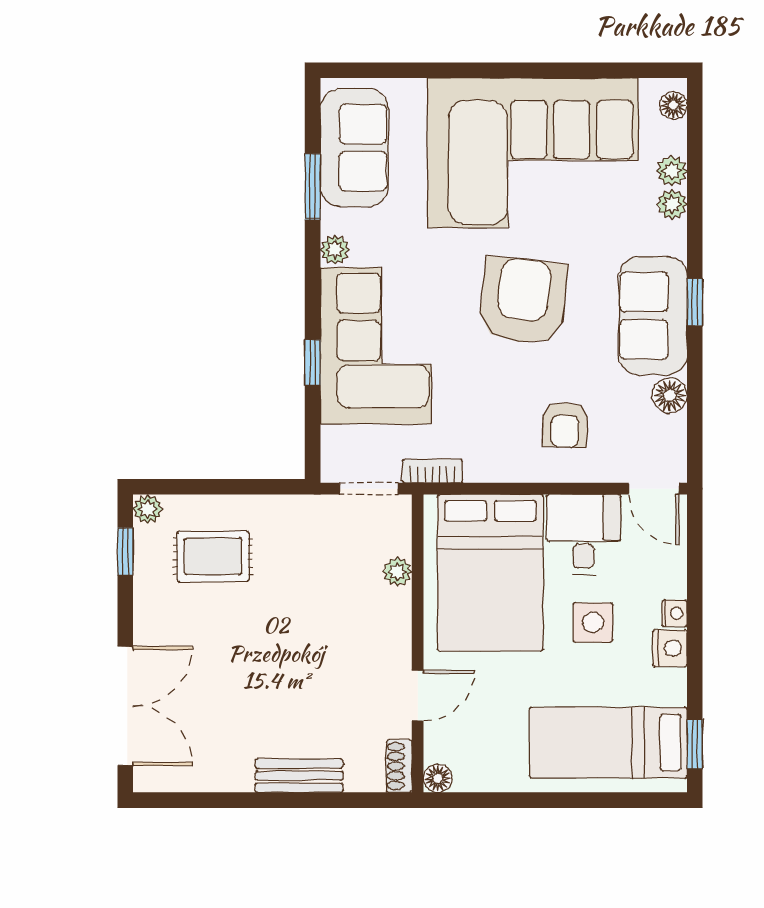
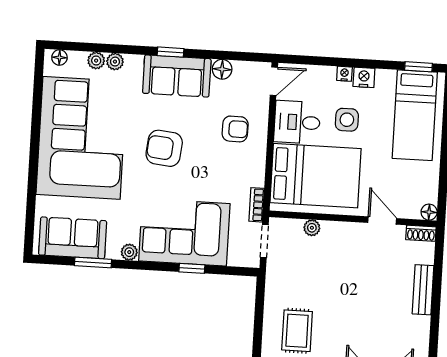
armchair: (523, 301) -> (164, 148), width x0.73, depth x0.73

